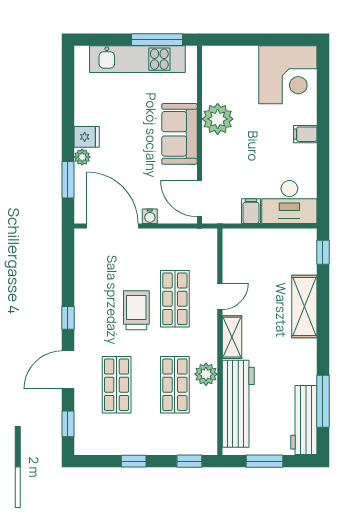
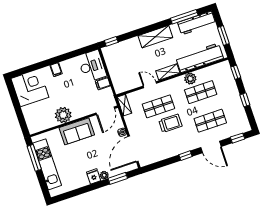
shelving: (198, 237) -> (124, 105), added
shelving: (304, 307) -> (155, 37), moved
trolley: (136, 310) -> (170, 123), turned 180

